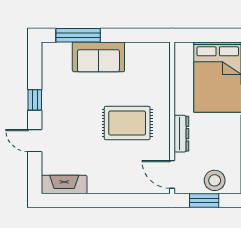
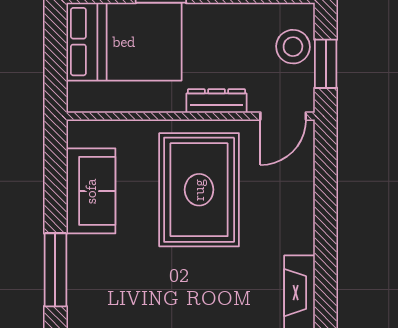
sofa: (98, 57) -> (91, 191), moved
rug: (127, 123) -> (199, 190), width x1.37, depth x1.44

